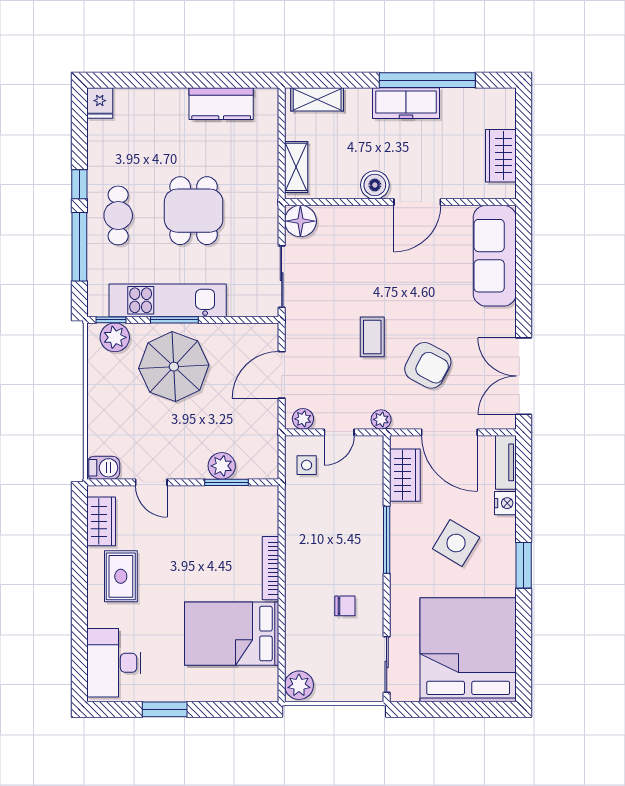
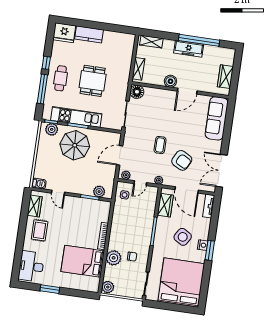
fridge: (100, 103) -> (64, 33), width x1.88, depth x1.34
kitchen counter: (221, 104) -> (89, 34), moved
plant: (222, 466) -> (99, 192), moved
nightstand: (505, 503) -> (203, 245), moved
plant: (302, 615) -> (114, 258), added

